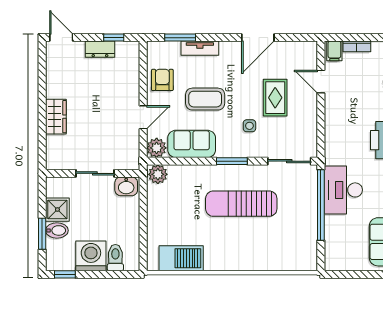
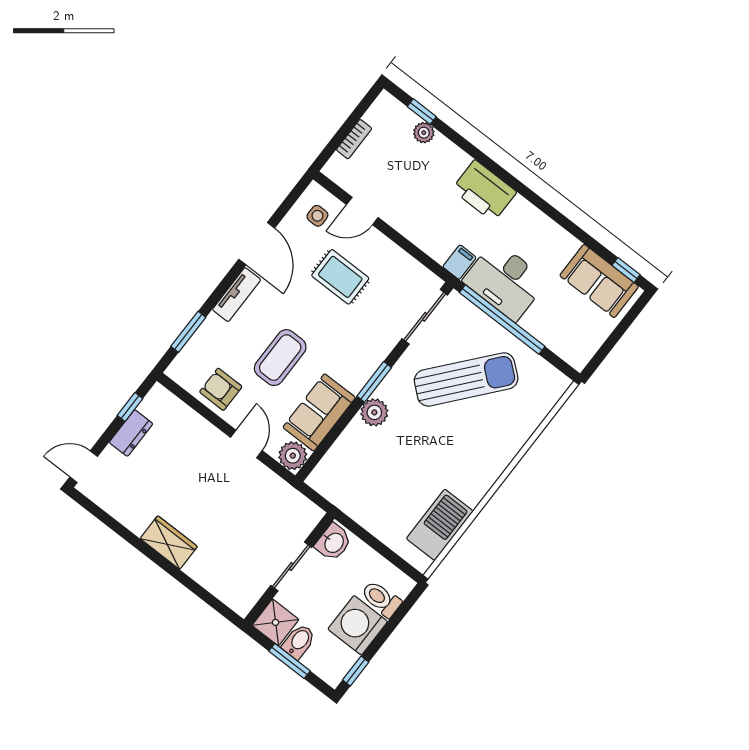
tv unit: (200, 48) -> (237, 295), moved
filing cabinet: (334, 51) -> (460, 262), moved, turned -90
side table: (249, 126) -> (317, 216), moved
wall: (93, 173) -> (289, 569), moved
sliding door: (95, 173) -> (291, 566), moved
plant: (158, 174) -> (374, 412), moved
washbasin: (126, 186) -> (333, 542), moved
sun lounger: (241, 204) -> (466, 379), moved, turned -140

